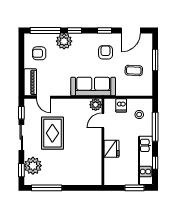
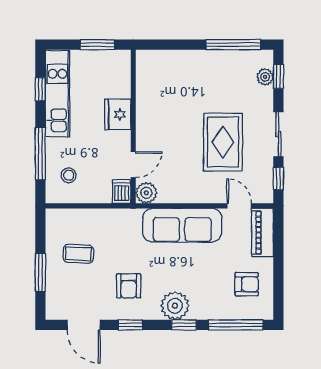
door: (131, 30) -> (84, 325), swing flipped
plant: (64, 41) -> (175, 306), moved
sofa: (93, 87) -> (182, 225), moved
dishwasher: (121, 105) -> (122, 192), moved
plant: (33, 166) -> (265, 77), width x0.53, depth x0.53
window: (135, 188) -> (97, 45), moved

